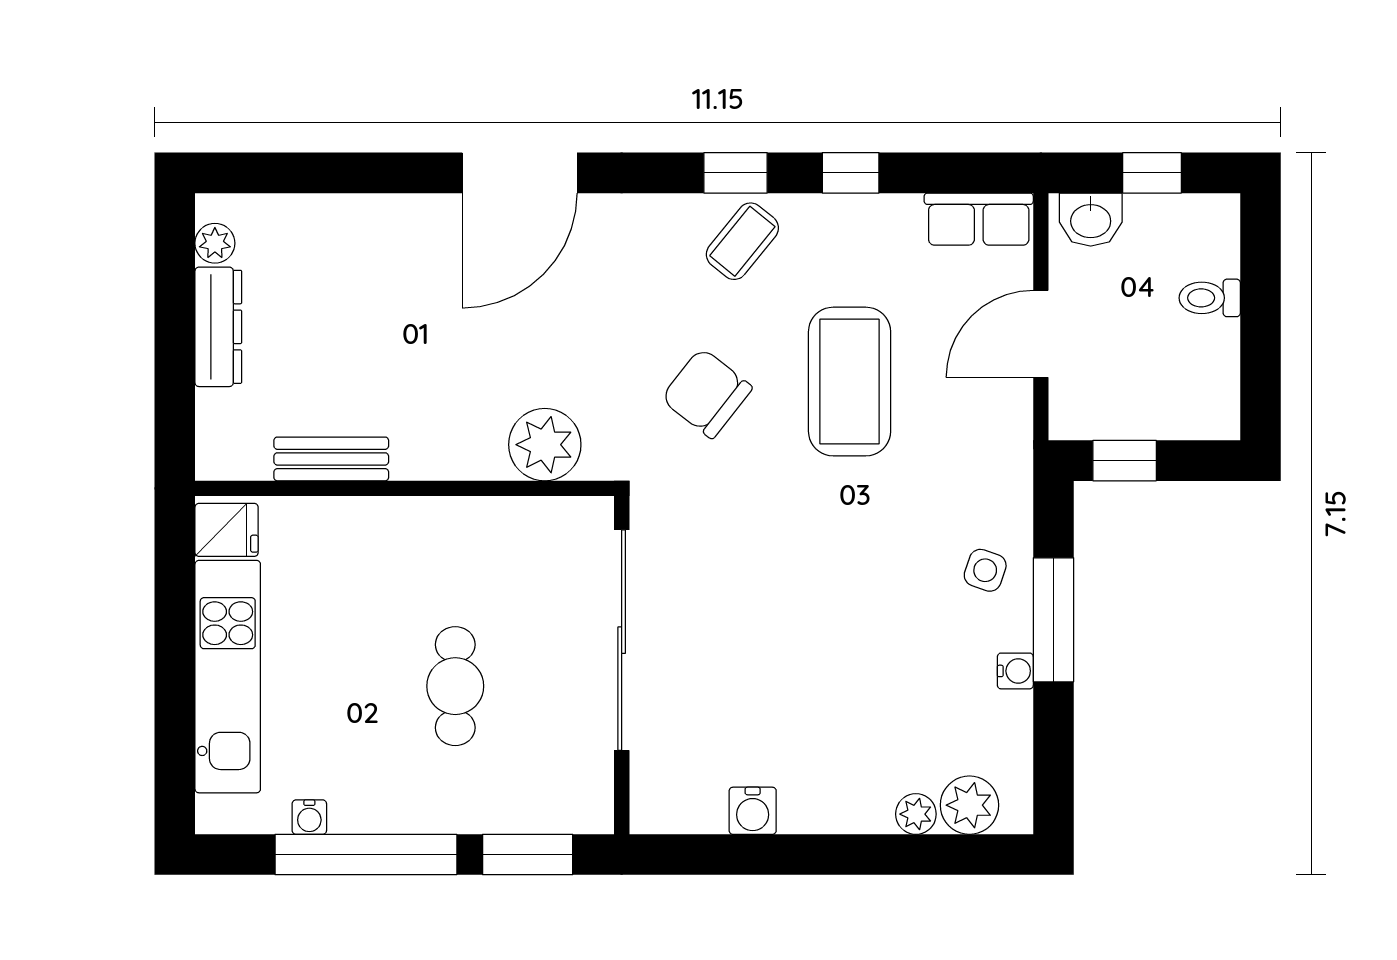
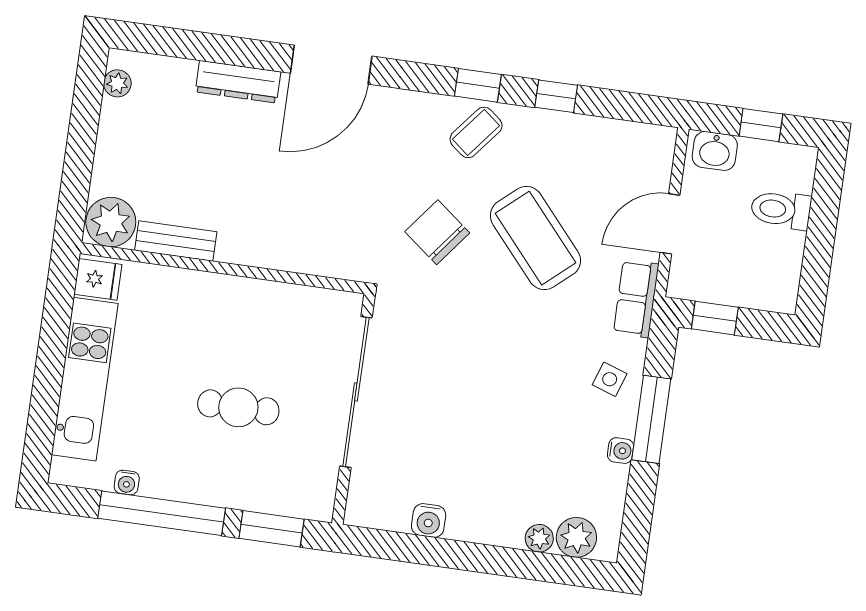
row of seats: (979, 219) -> (636, 299), moved, turned 90
toilet: (1210, 298) -> (781, 210), width x1.37, depth x1.39
dresser: (218, 327) -> (238, 82), moved, turned 90
coffee table: (850, 382) -> (535, 238), turned -41
plant: (545, 445) -> (111, 222), moved
cafe table: (455, 686) -> (238, 407), turned 90

